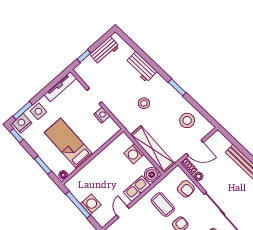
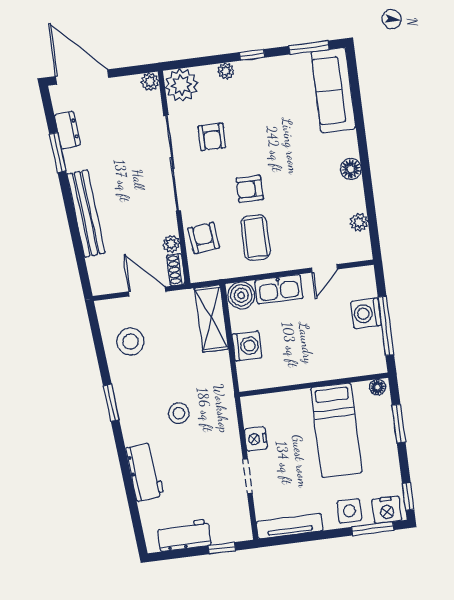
shelving: (153, 149) -> (211, 318), width x0.68

